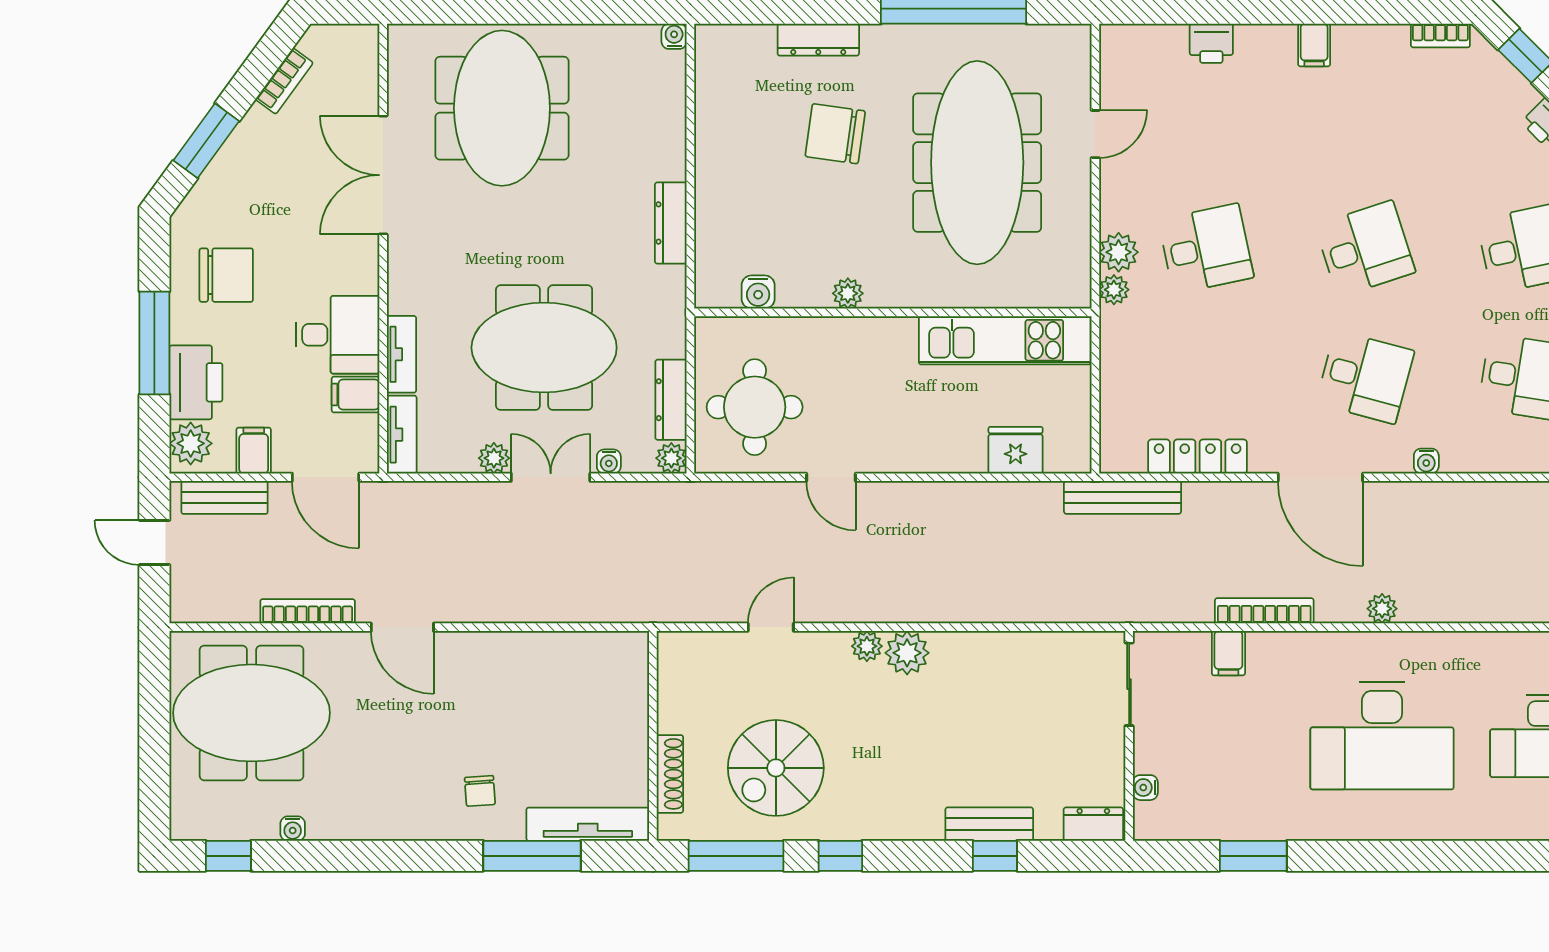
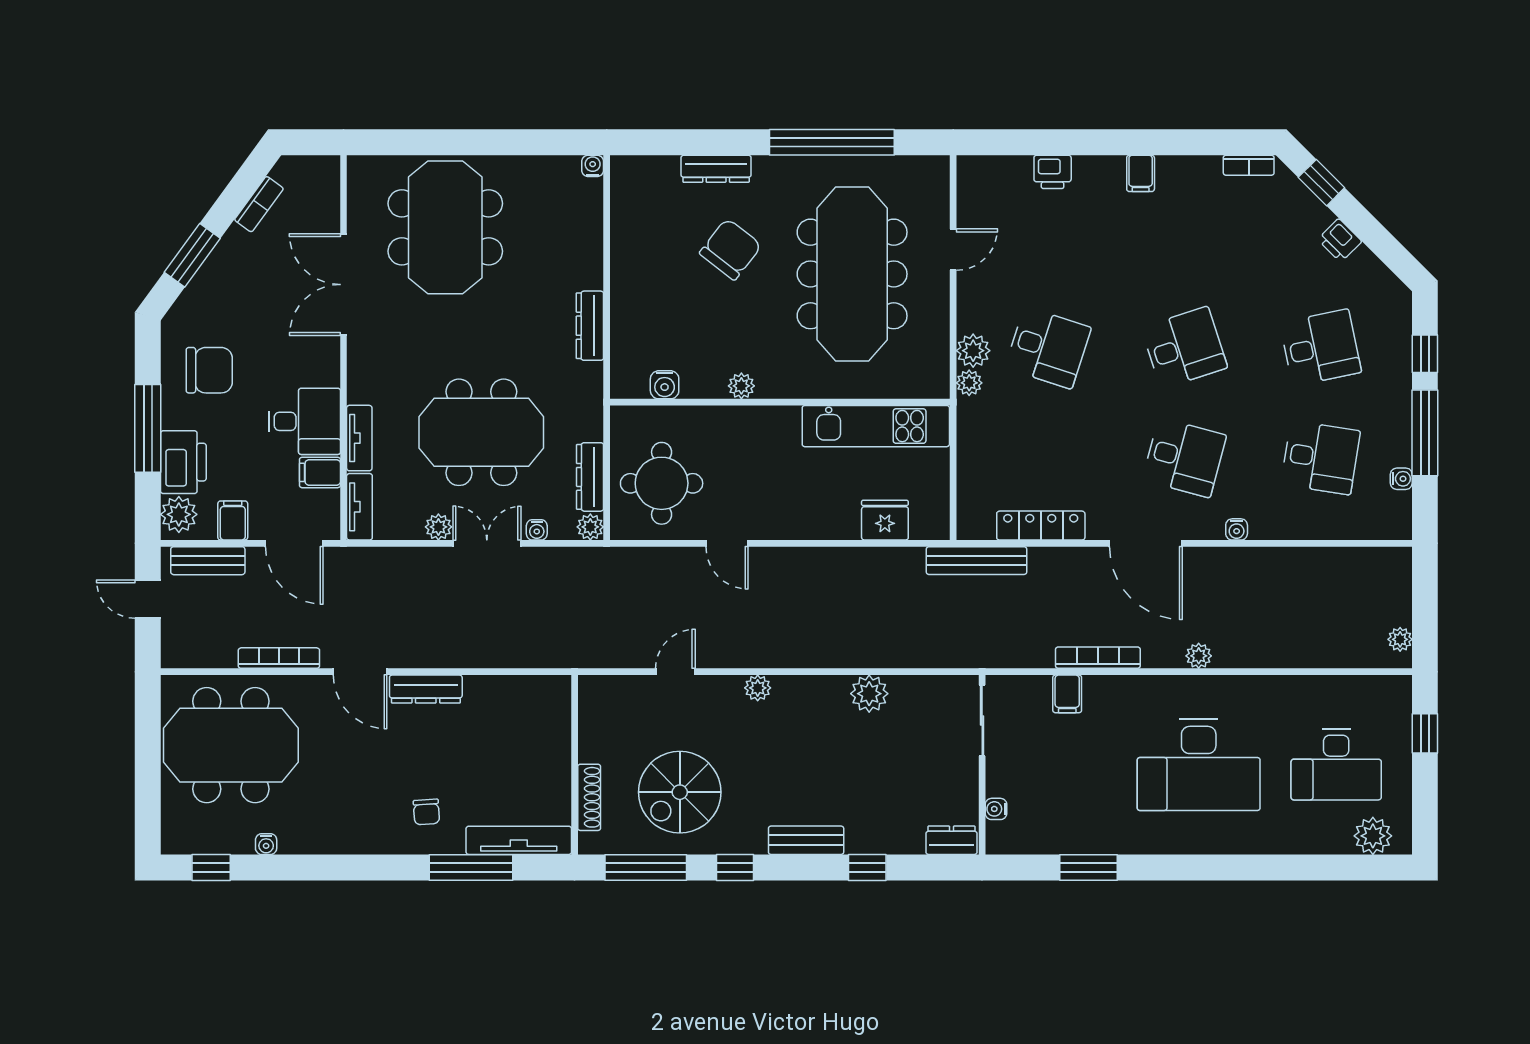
chair: (835, 134) -> (731, 249), turned 120
desk: (1206, 249) -> (1048, 348), turned 30
dresser: (479, 647) -> (426, 689), added
plant: (907, 653) -> (869, 694), moved
bench: (989, 824) -> (806, 840), moved

